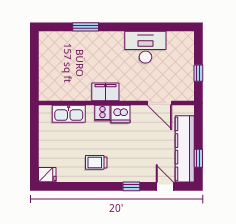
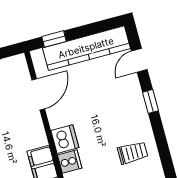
window: (198, 158) -> (54, 39), moved
trolley: (96, 162) -> (133, 153), turned -90

